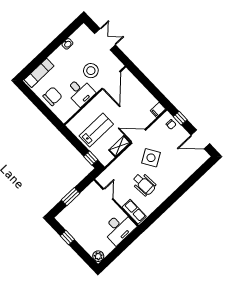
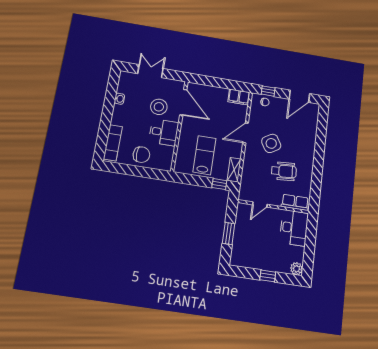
chair: (53, 96) -> (141, 155), turned 90
filing cabinet: (158, 110) -> (239, 97), width x2.00
shelving: (120, 146) -> (234, 170), moved
door: (108, 194) -> (260, 205), swing flipped
window: (67, 238) -> (268, 276), moved

